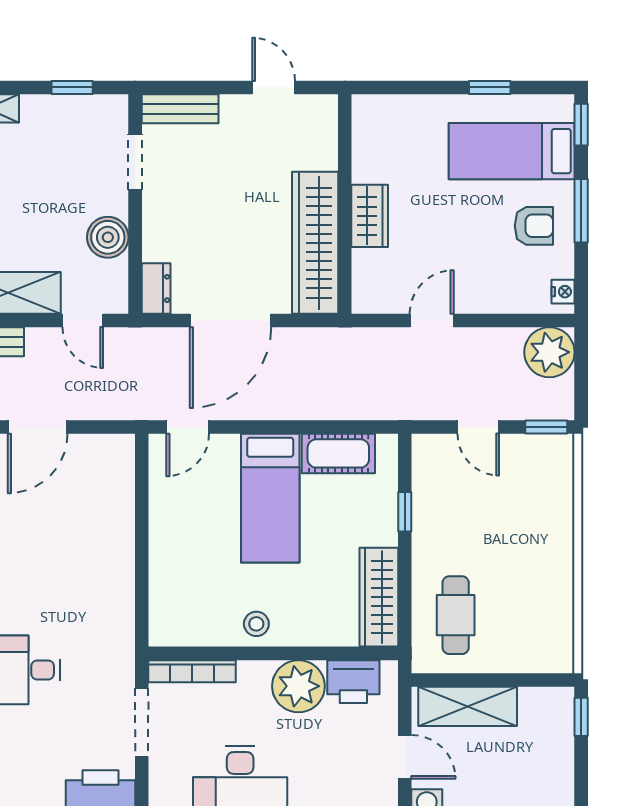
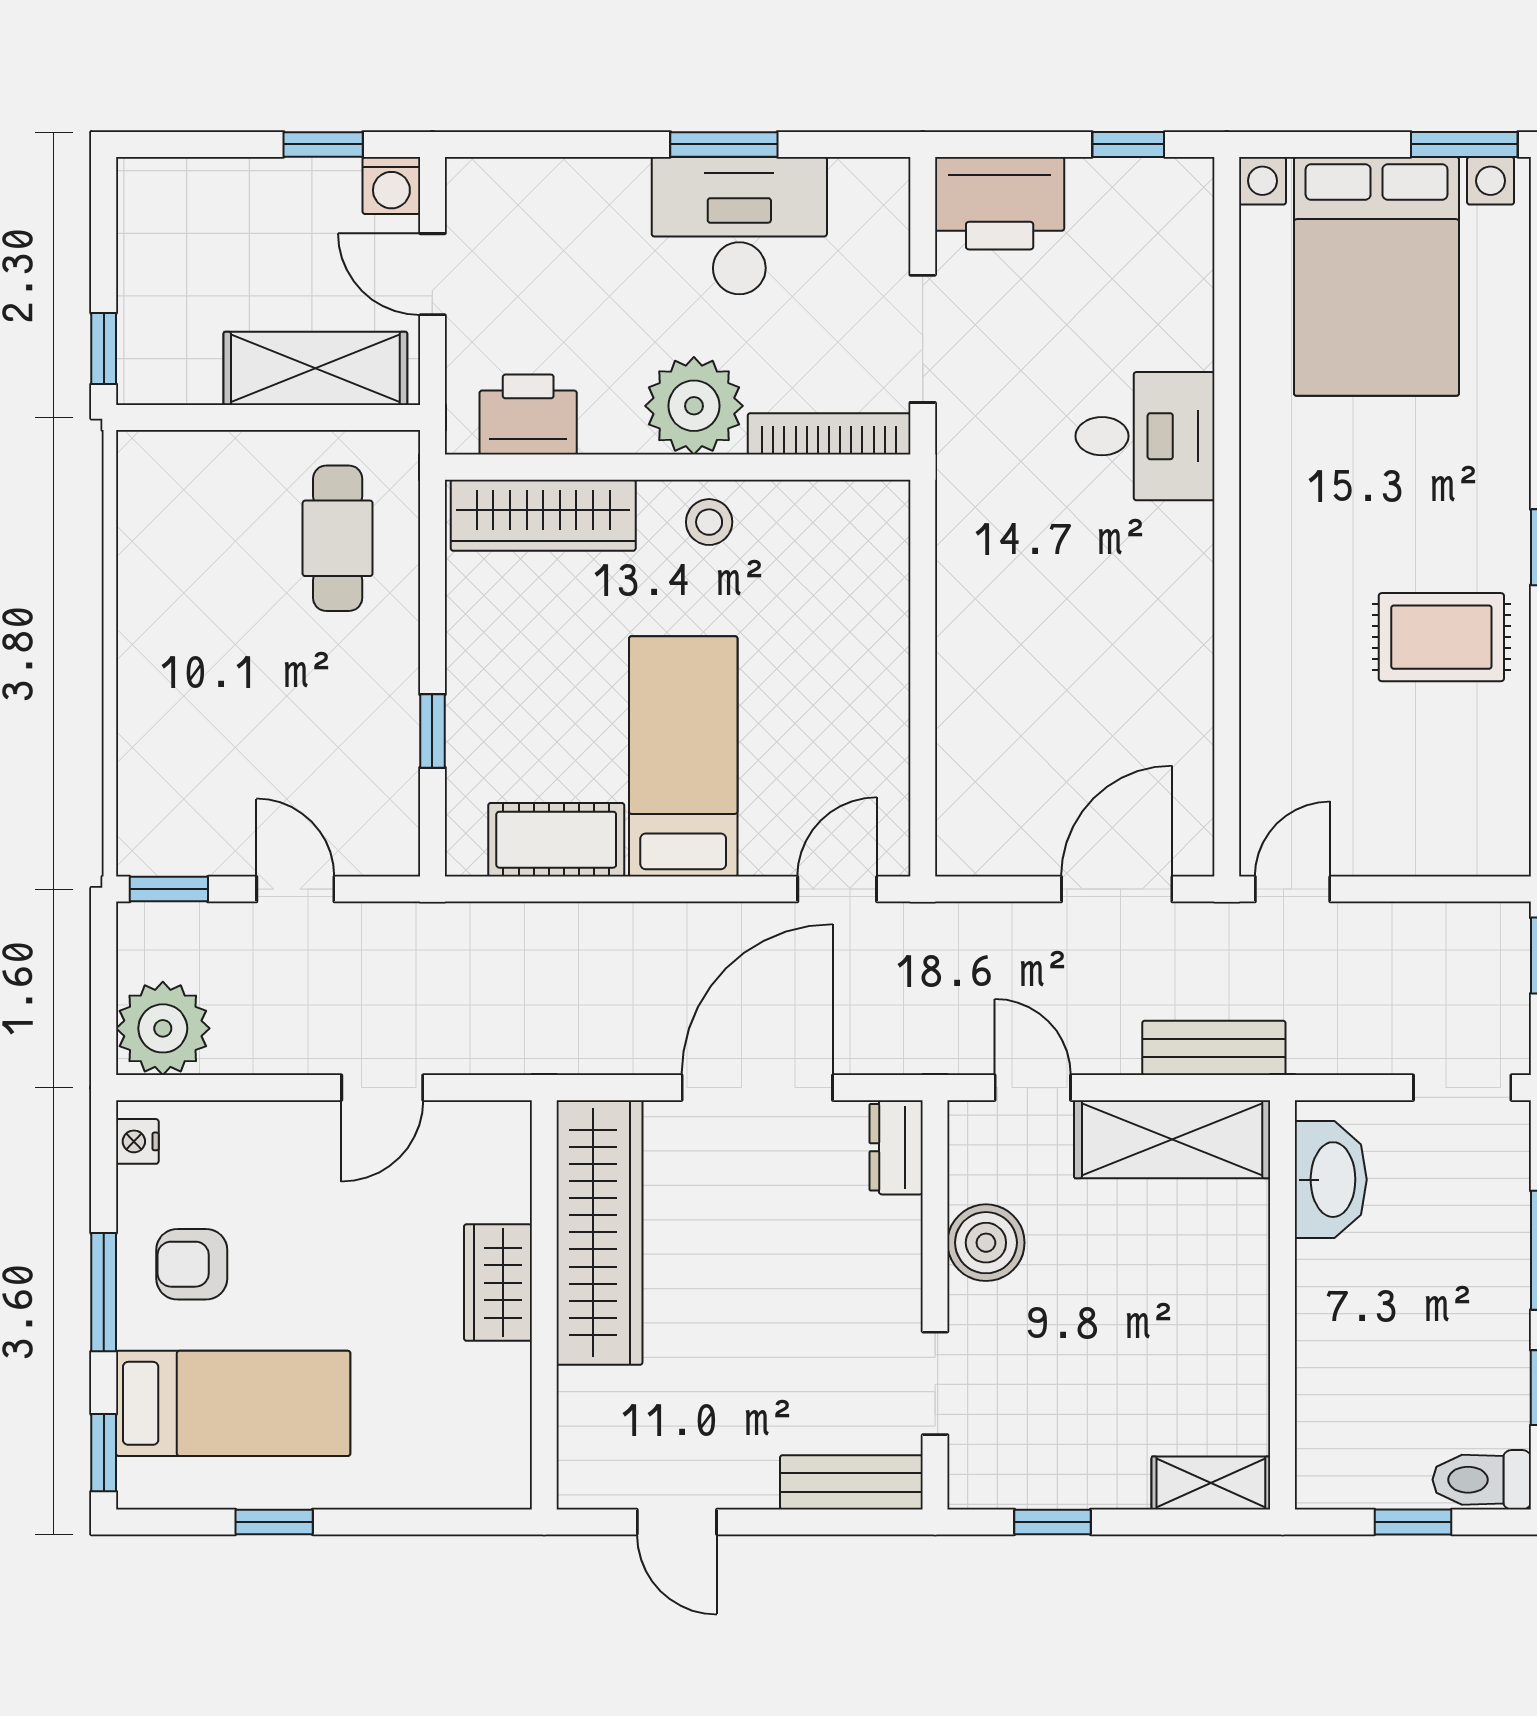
wardrobe: (379, 597) -> (543, 515), moved, turned 90
plant: (298, 686) -> (694, 406), moved

